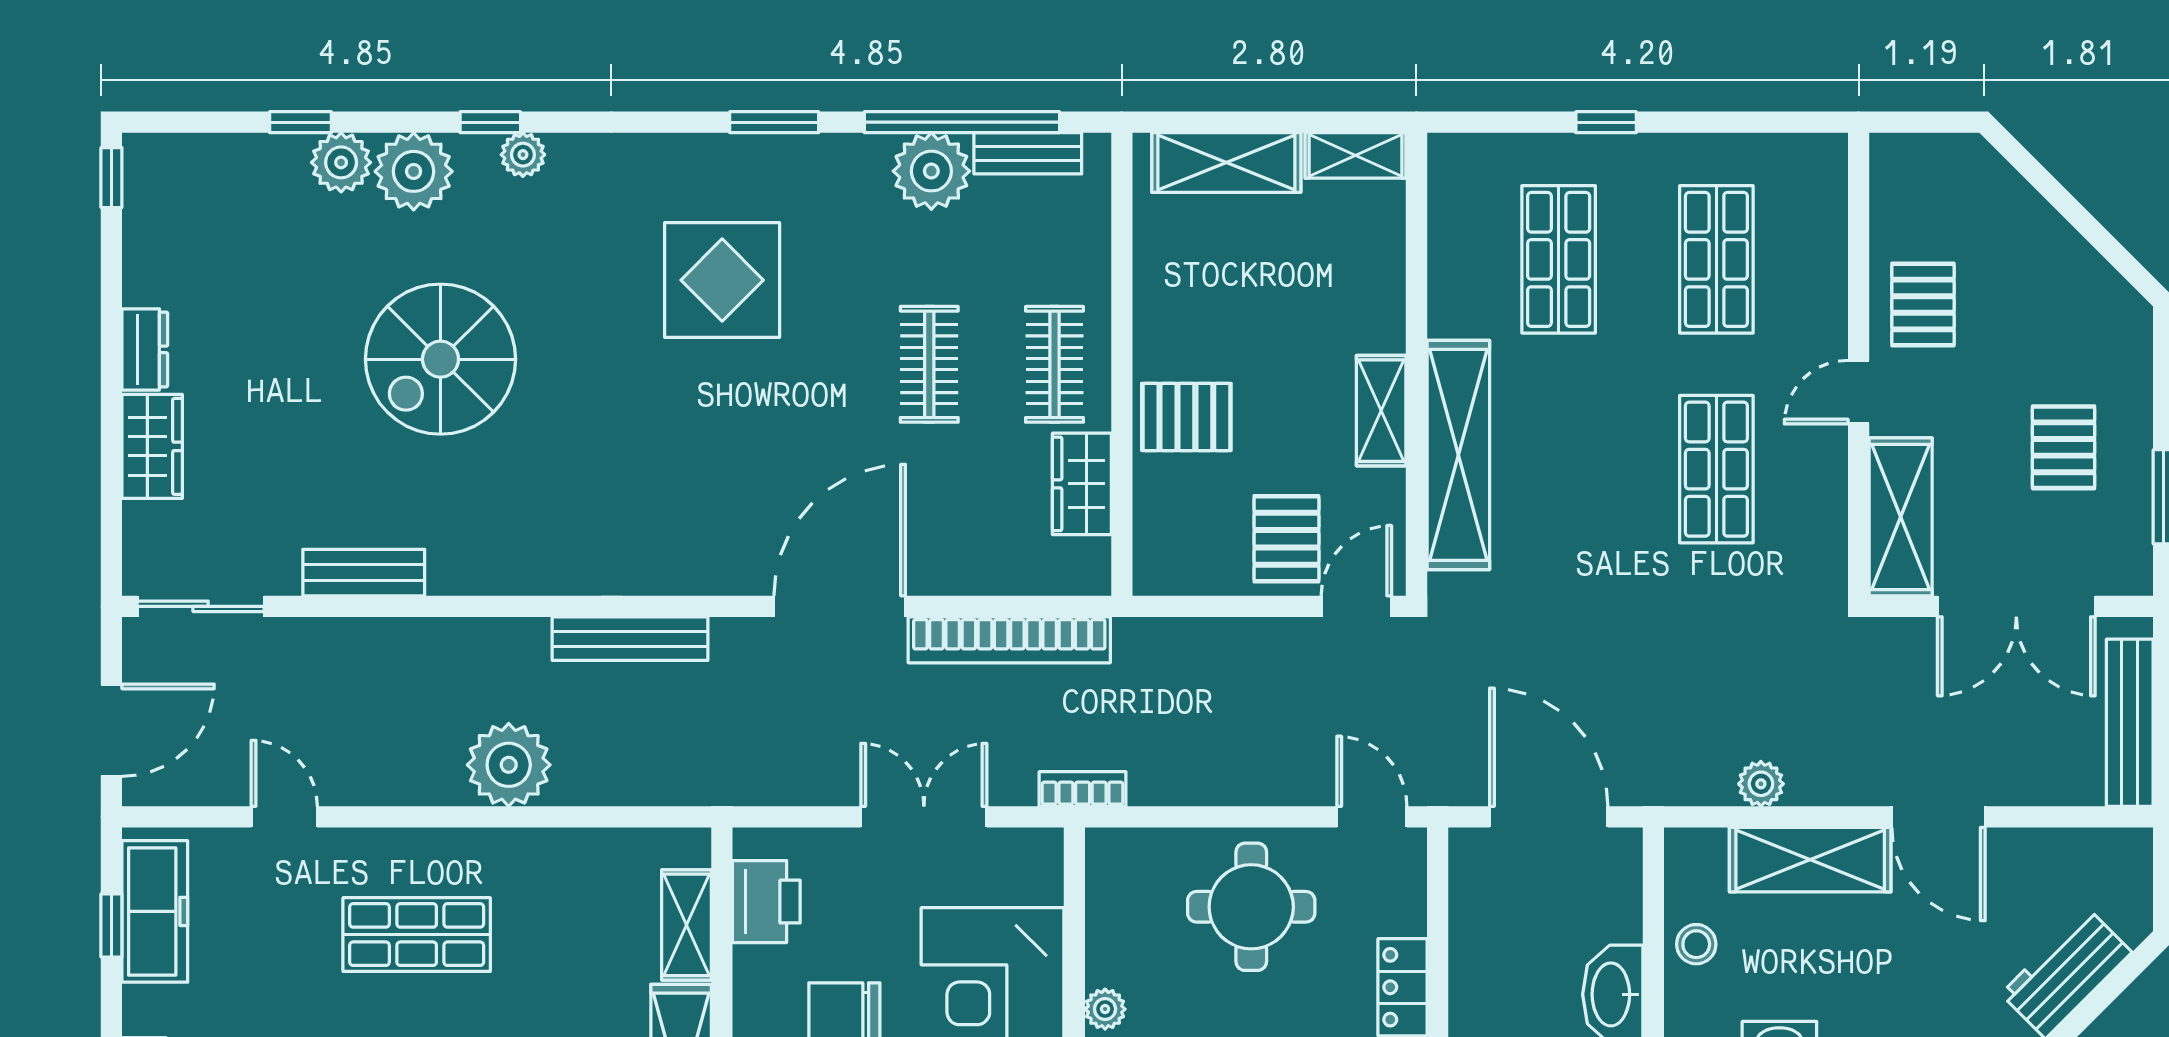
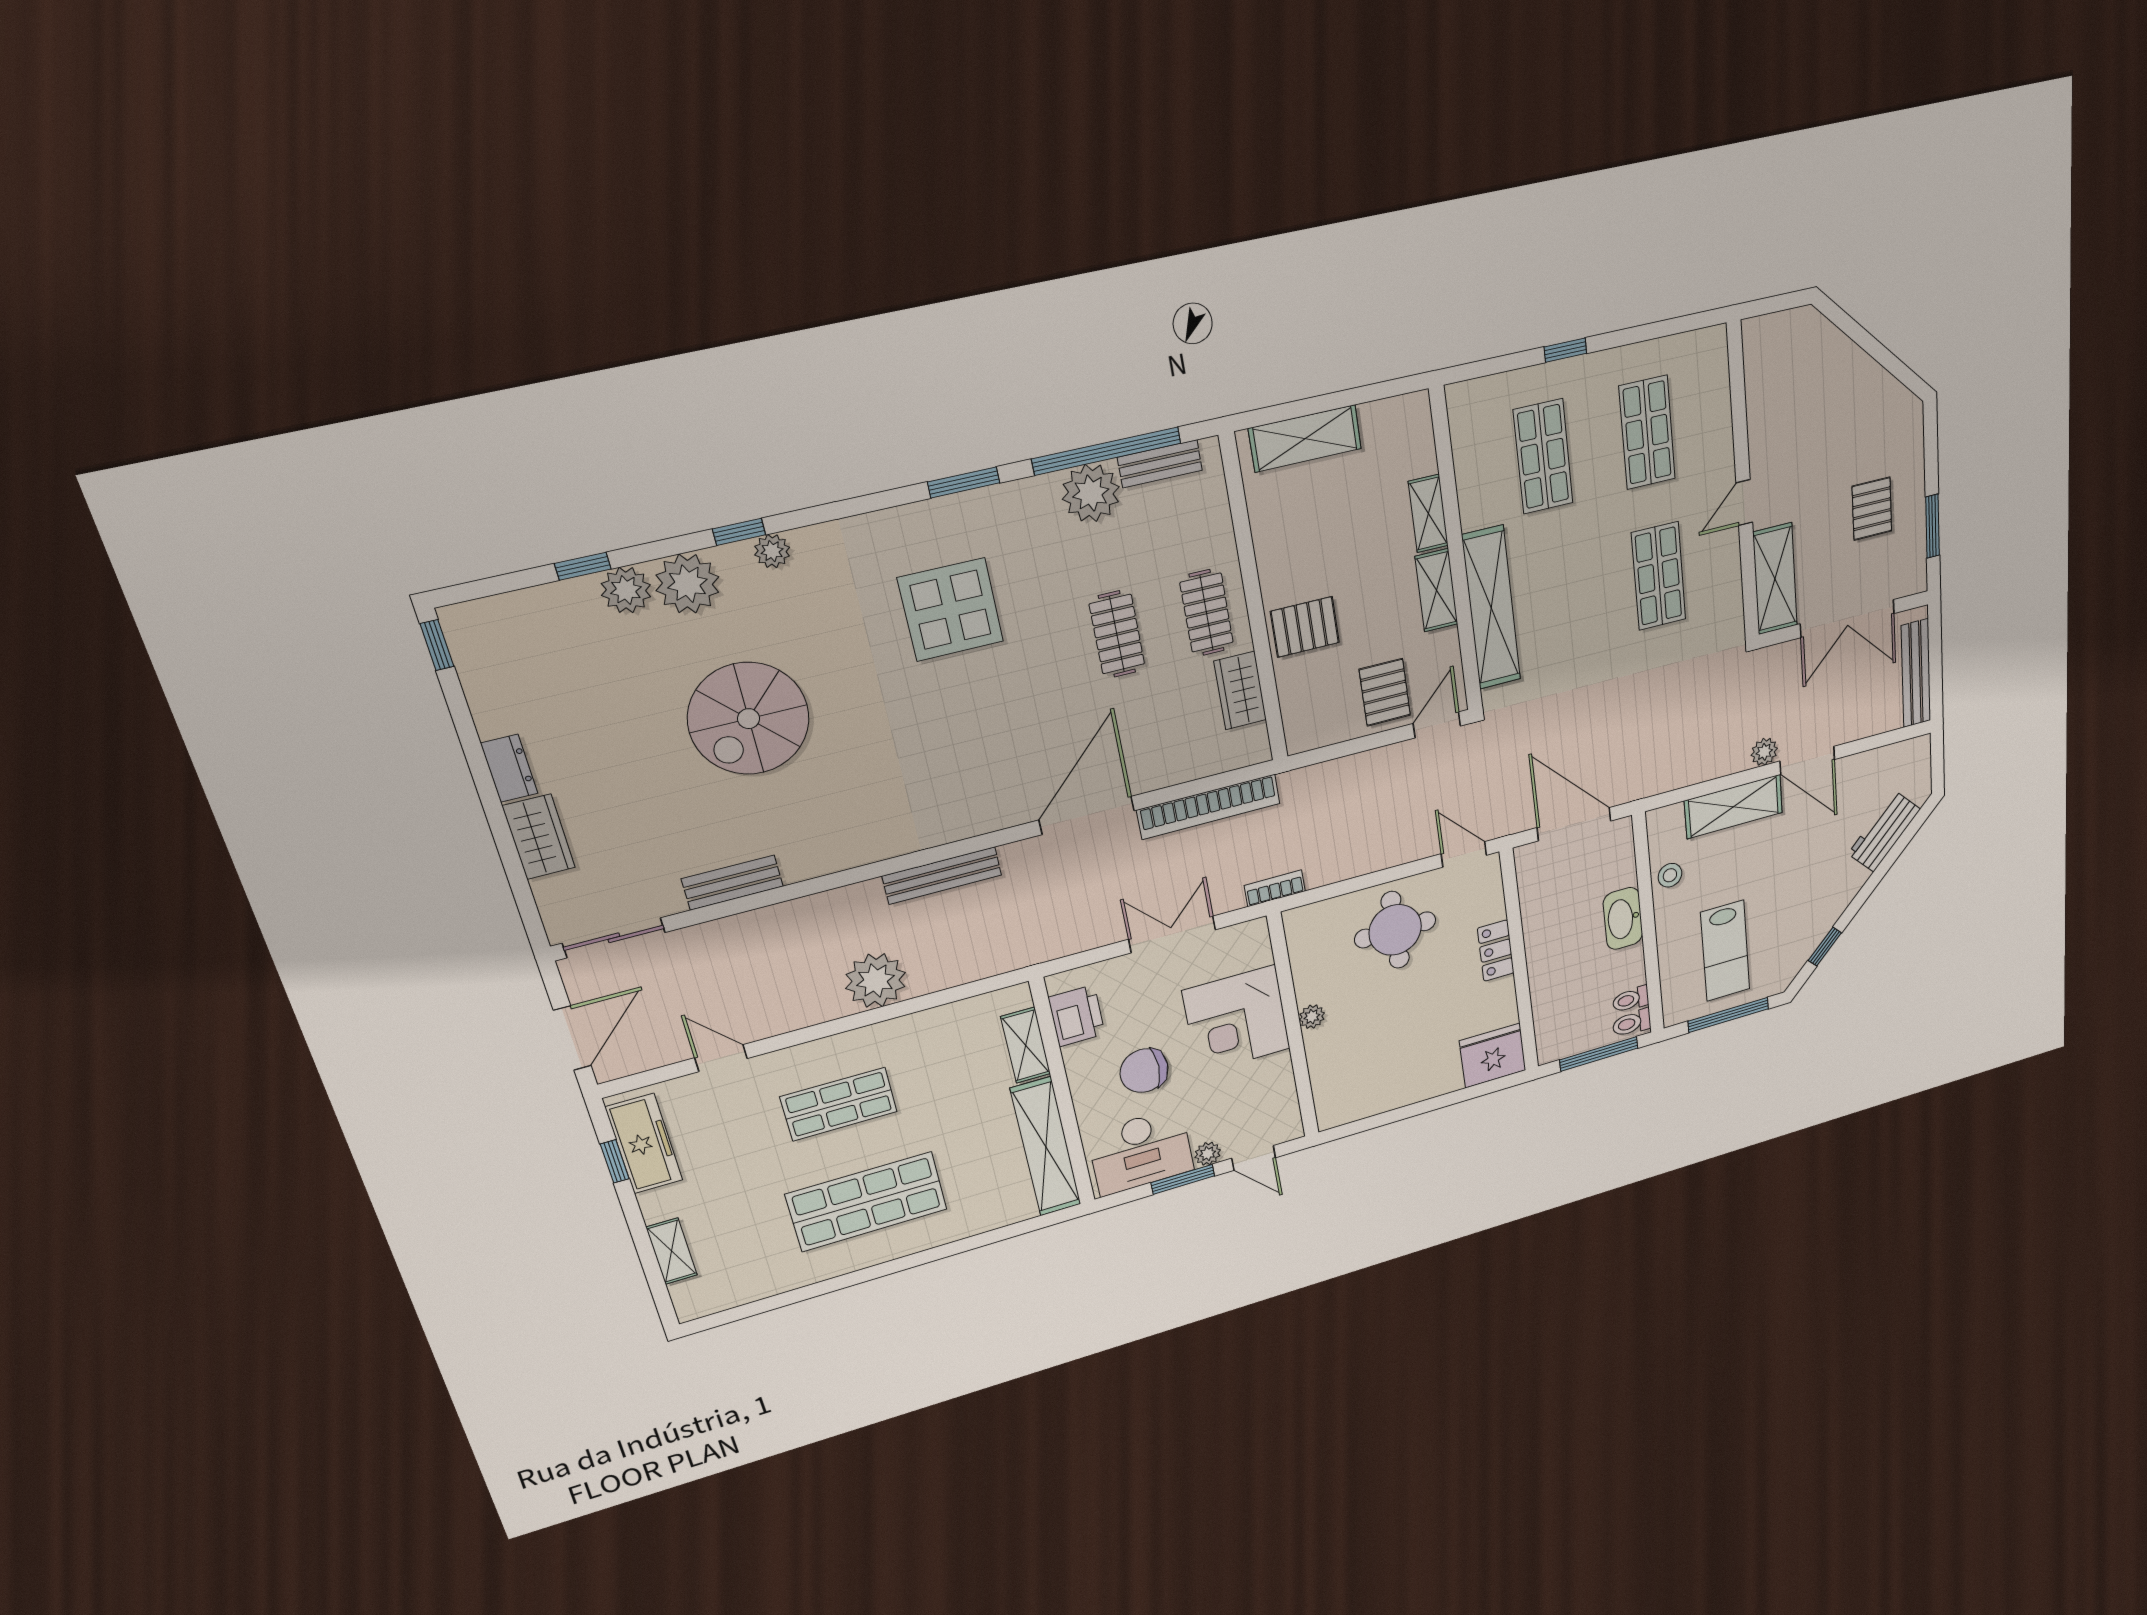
shelving: (1356, 155) -> (1428, 514), moved, turned 90
pallet: (1923, 305) -> (1781, 433), removed
plant: (1761, 784) -> (1764, 752), moved

